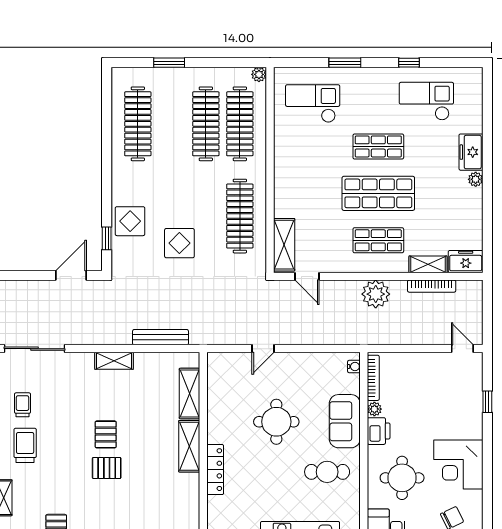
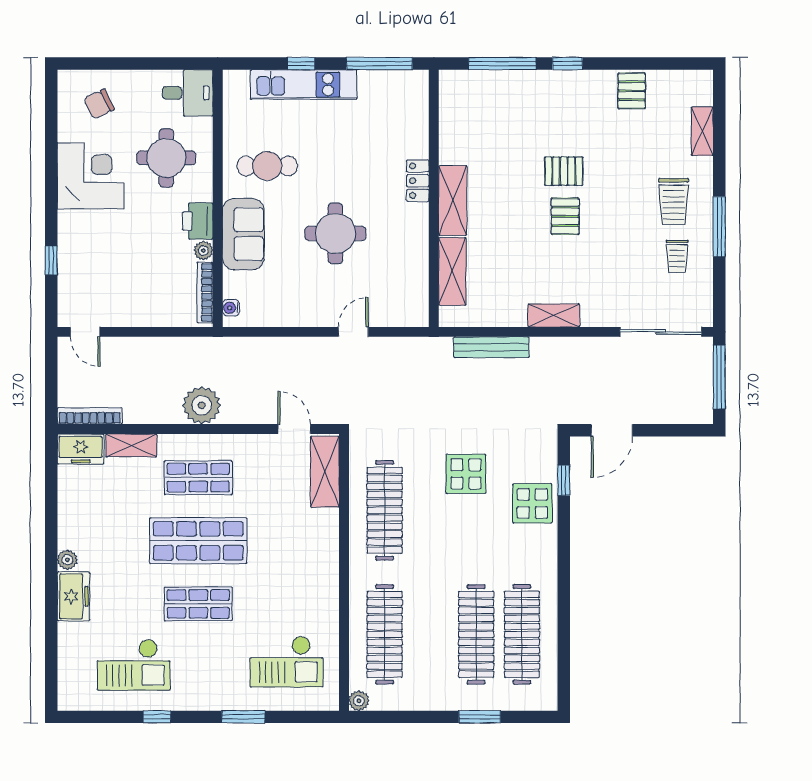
clothes rail: (206, 124) -> (476, 634), moved
bookcase: (432, 286) -> (90, 416), moved
locker: (215, 470) -> (418, 181), width x0.66

